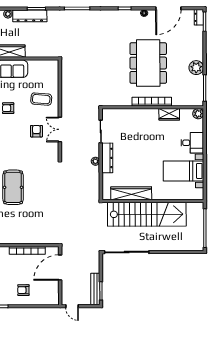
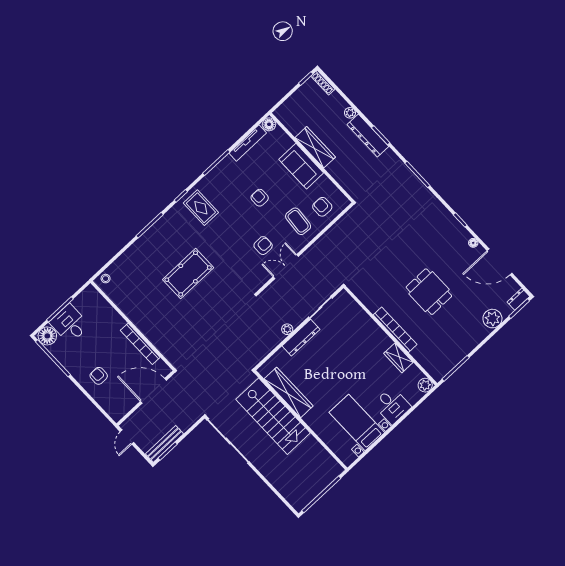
dining table: (148, 63) -> (429, 292), width x0.53, depth x0.80
plant: (196, 68) -> (492, 319), moved
armchair: (46, 78) -> (322, 207), added
stairs: (147, 214) -> (273, 416), width x0.73

